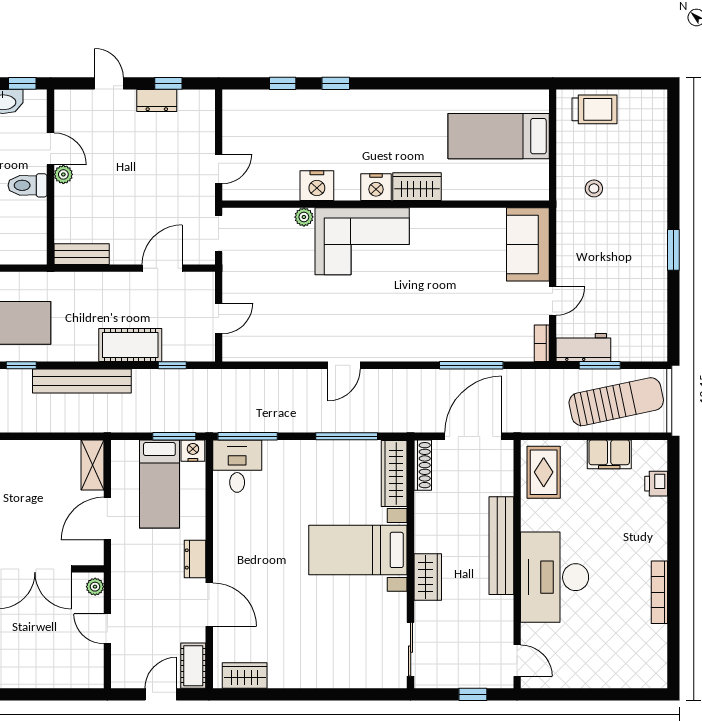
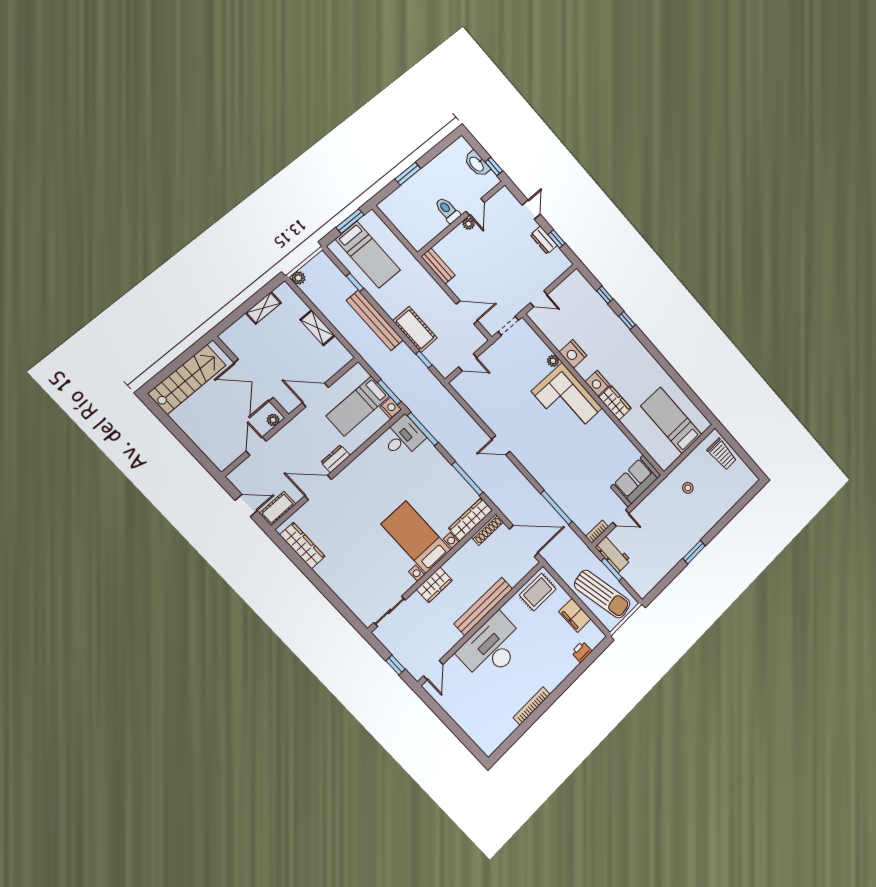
shelving: (92, 465) -> (317, 328), moved, turned 90
door: (209, 605) -> (318, 488), swing flipped
wardrobe: (245, 676) -> (302, 546), width x1.50

